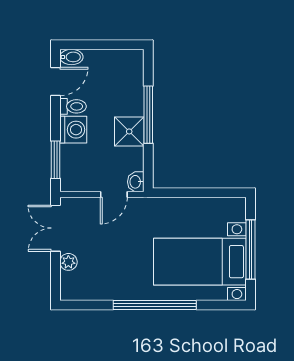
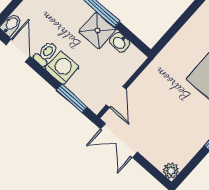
washbasin: (136, 182) -> (120, 42), moved
door: (114, 195) -> (116, 97), moved
plant: (68, 262) -> (171, 171), moved

